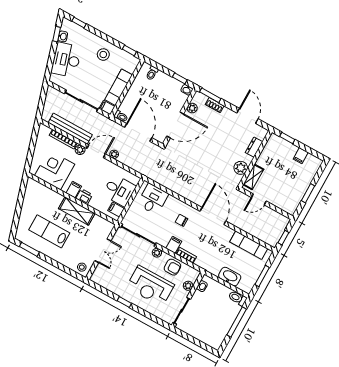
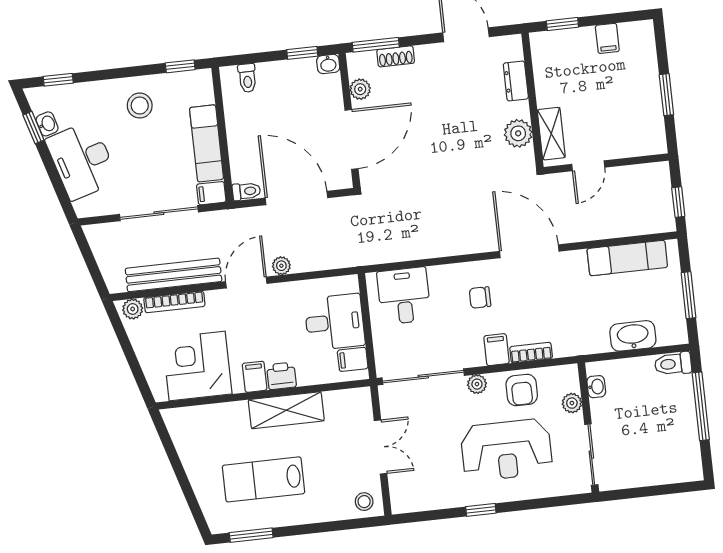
plant: (80, 150) -> (133, 309), moved
armchair: (172, 267) -> (522, 390), turned 90

